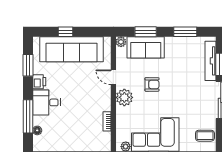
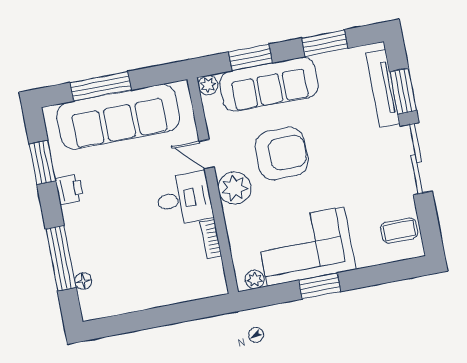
window: (66, 32) -> (101, 86), width x2.17
sofa: (146, 47) -> (269, 84), width x1.36
armchair: (152, 84) -> (282, 154), width x1.88, depth x1.88
desk: (46, 102) -> (184, 199), moved, turned 180

